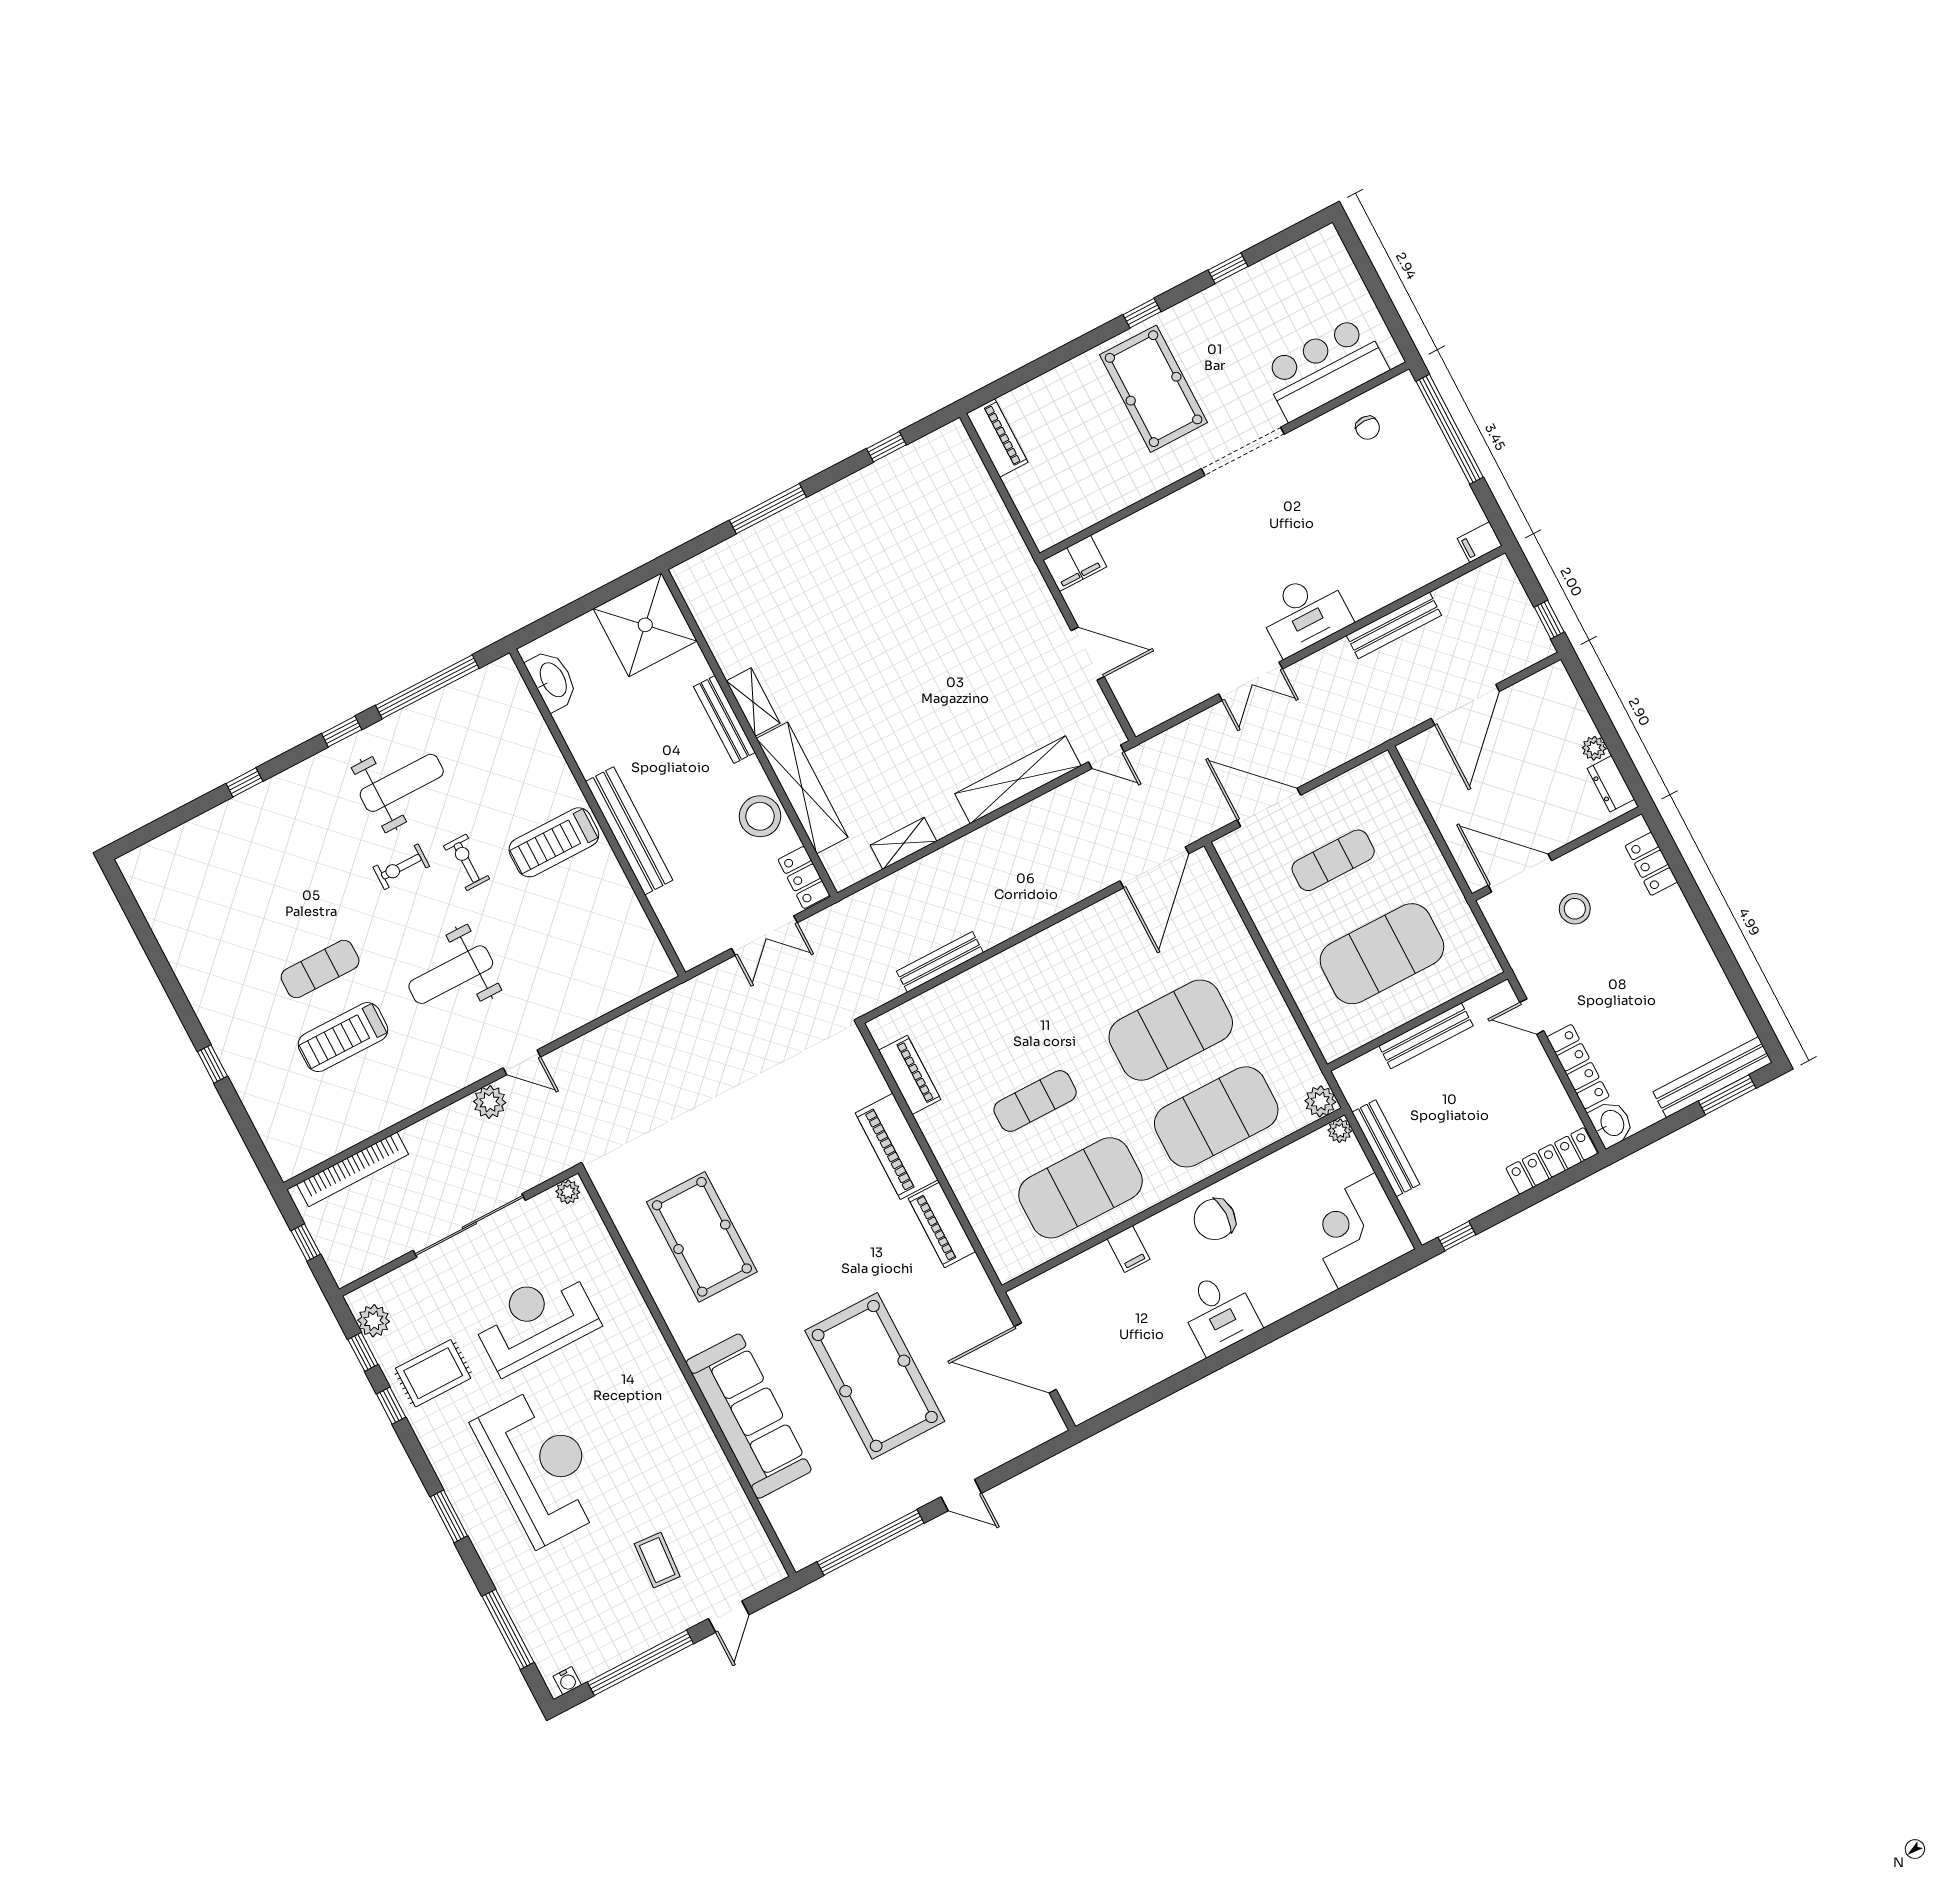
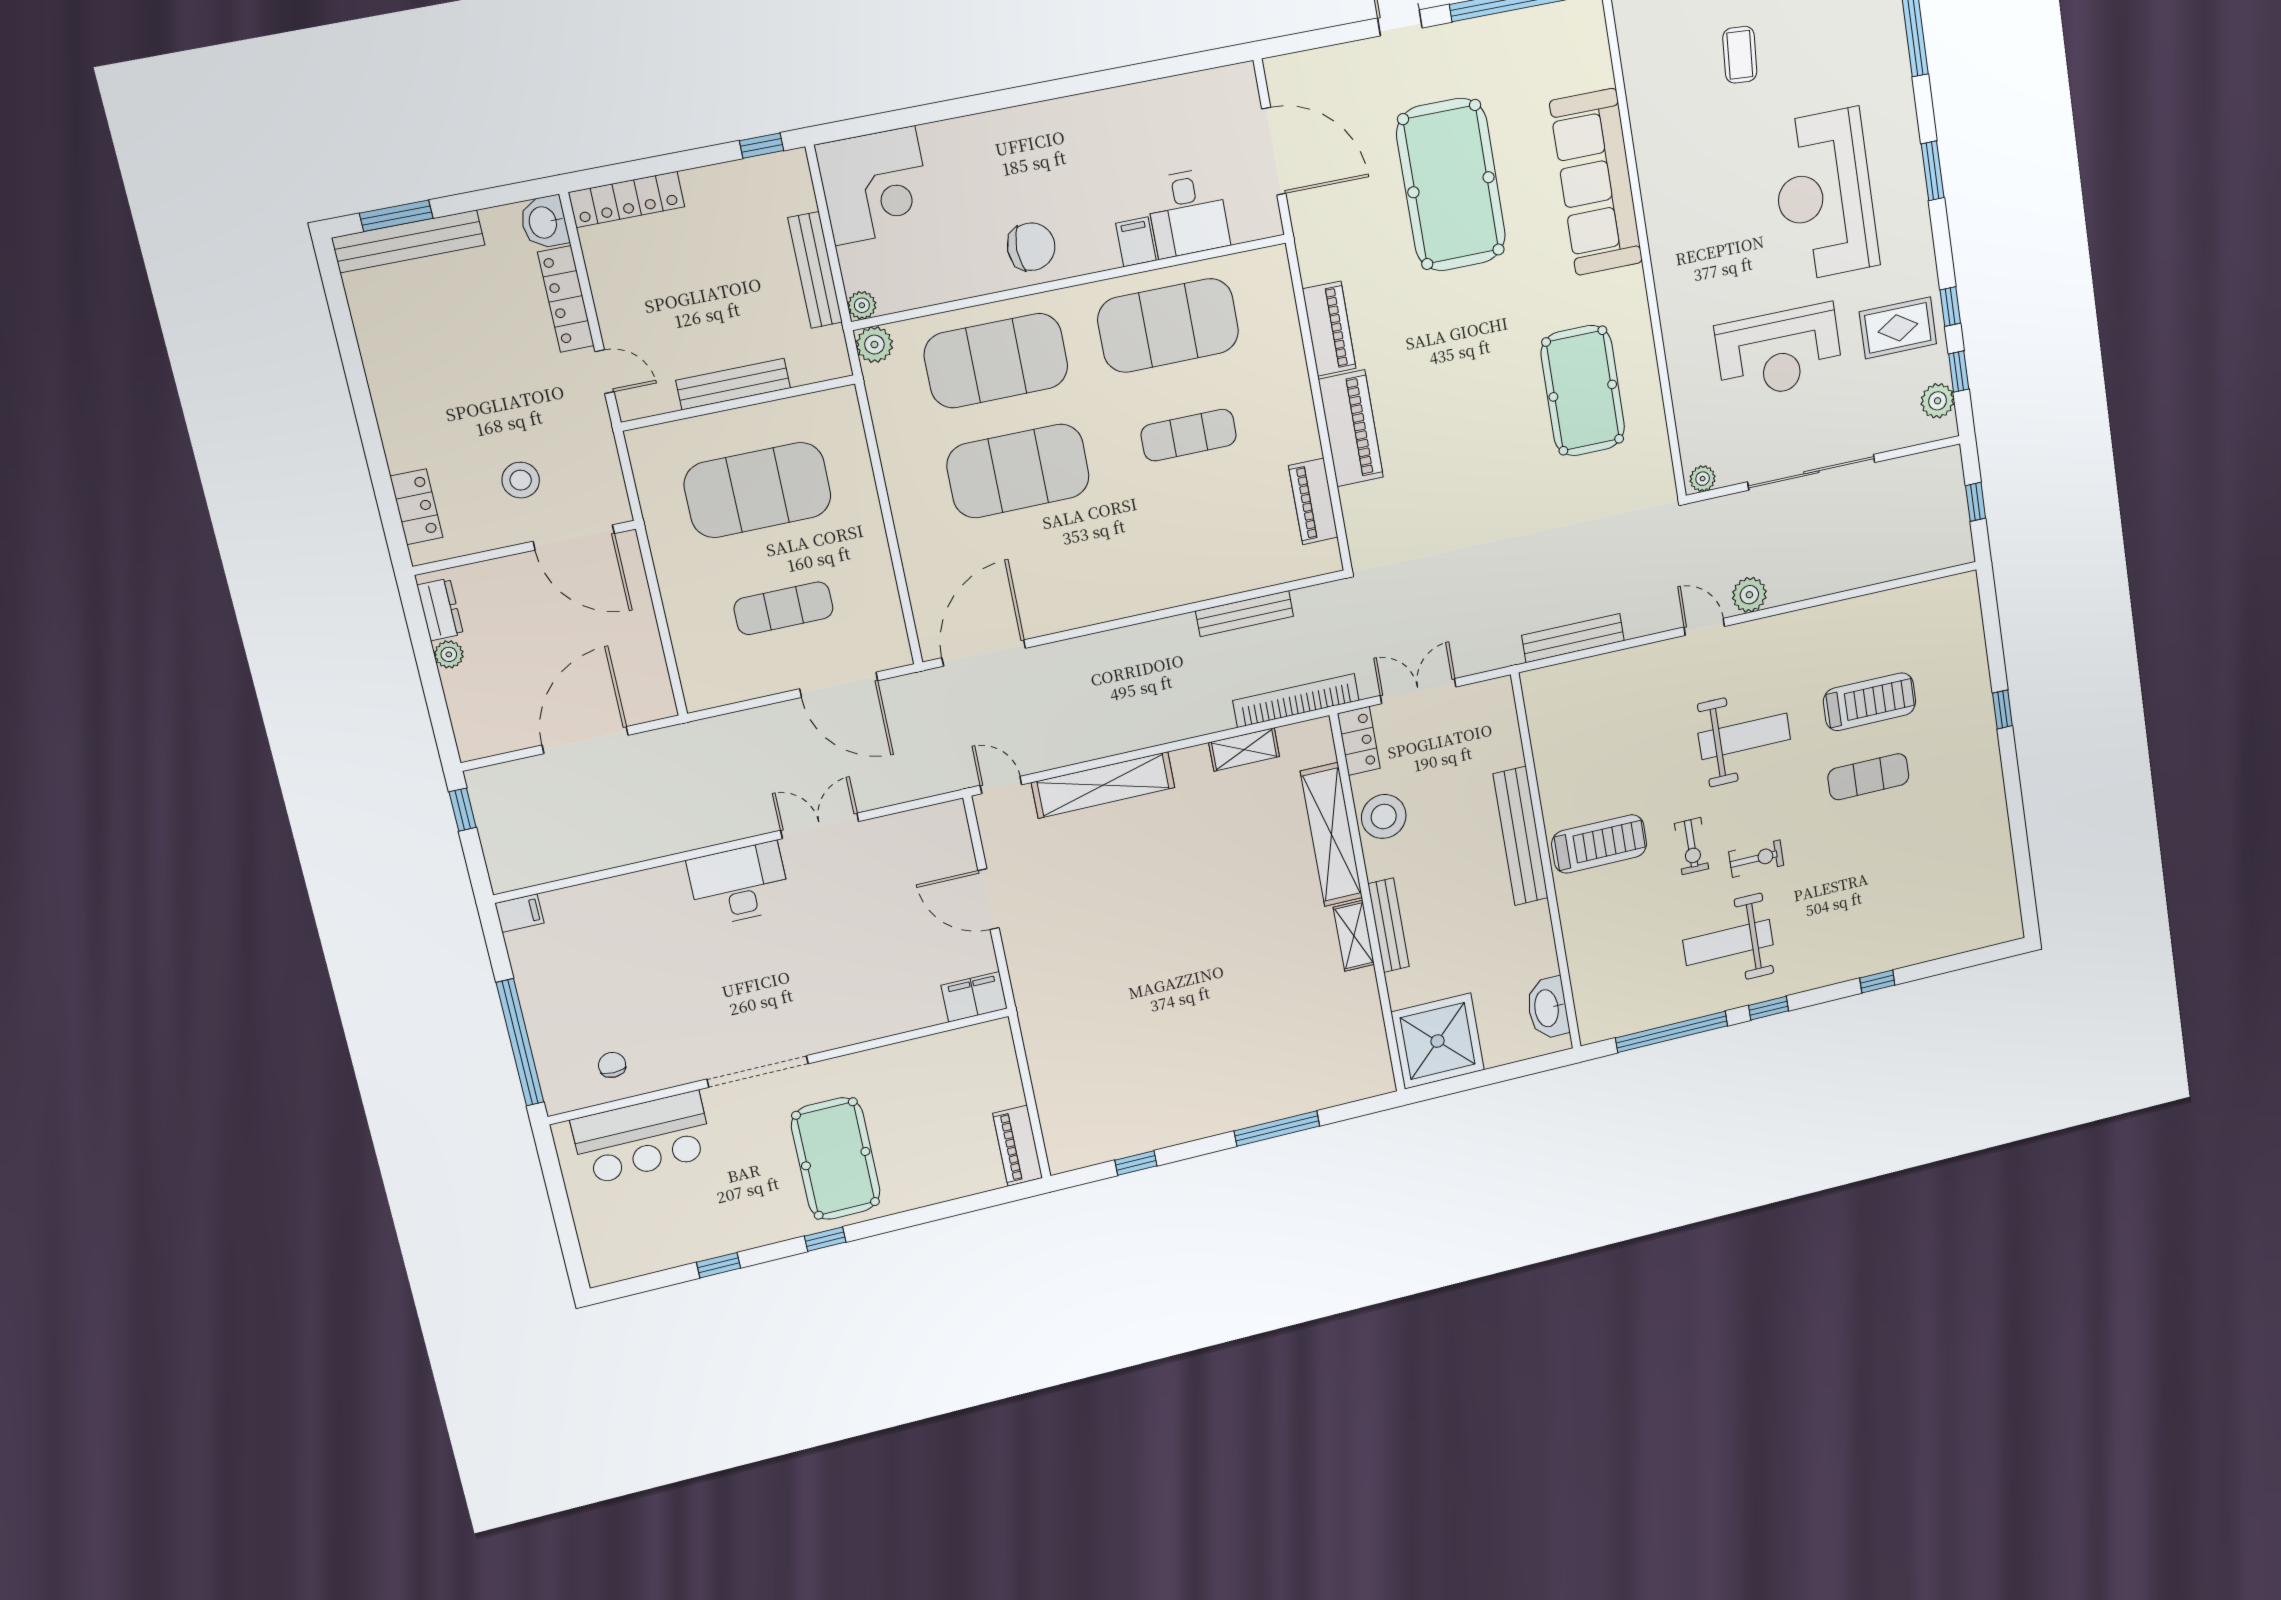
bench: (1394, 625) -> (1573, 638), moved
bookcase: (353, 1169) -> (1296, 700), moved
desk: (1219, 1312) -> (1188, 213), moved, turned 180

